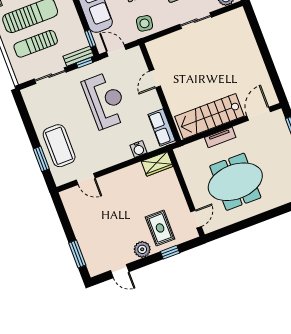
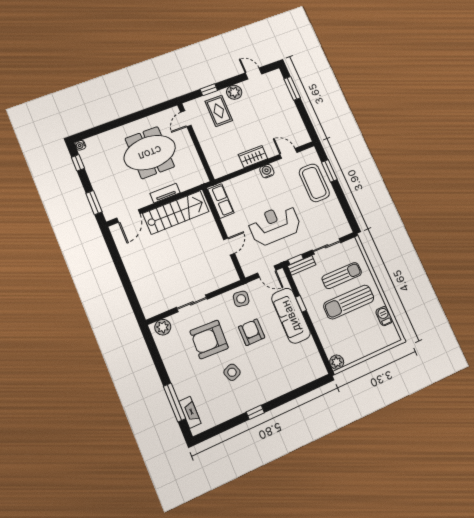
window: (90, 38) -> (301, 304), moved
reception desk: (105, 100) -> (274, 225), turned 90
water cooler: (138, 149) -> (267, 171), moved
wardrobe: (157, 164) -> (253, 157), moved

